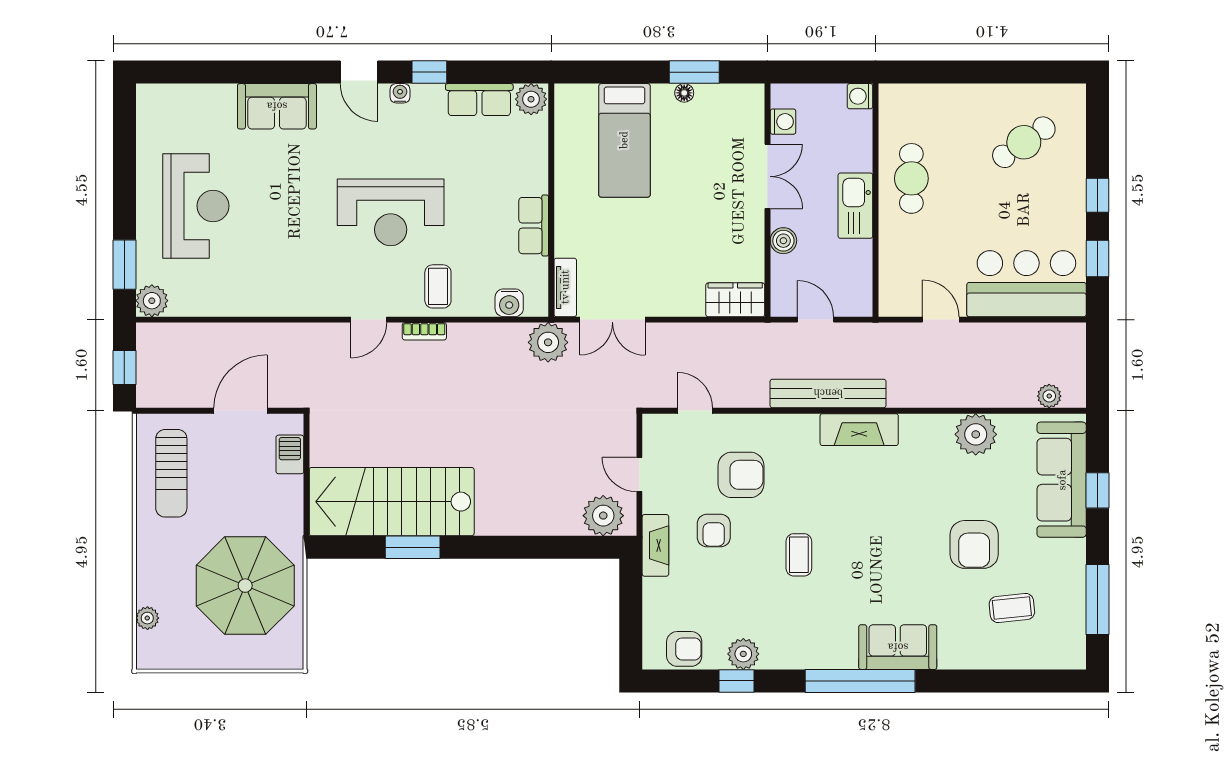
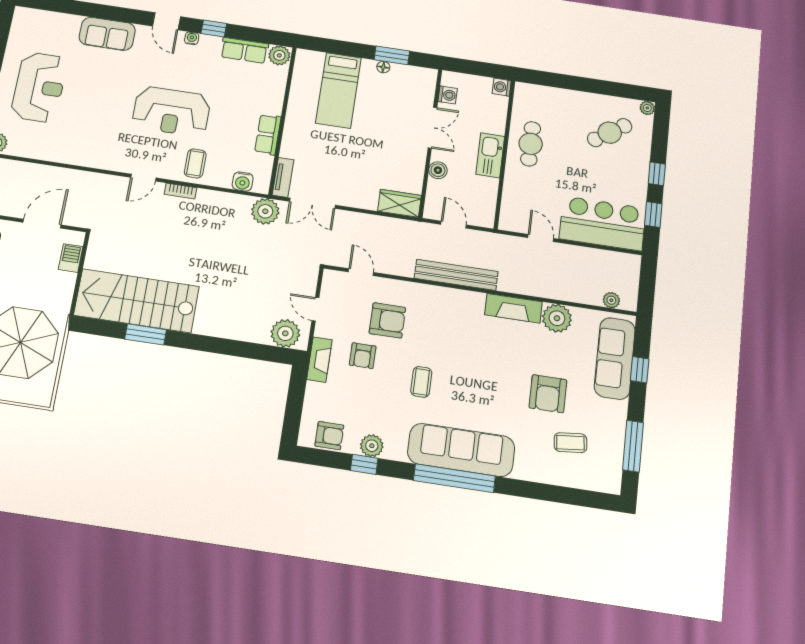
plant: (1075, 94) -> (647, 108), added
fireplace: (859, 430) -> (513, 308), moved
sofa: (898, 647) -> (461, 450), width x1.85, depth x1.27

